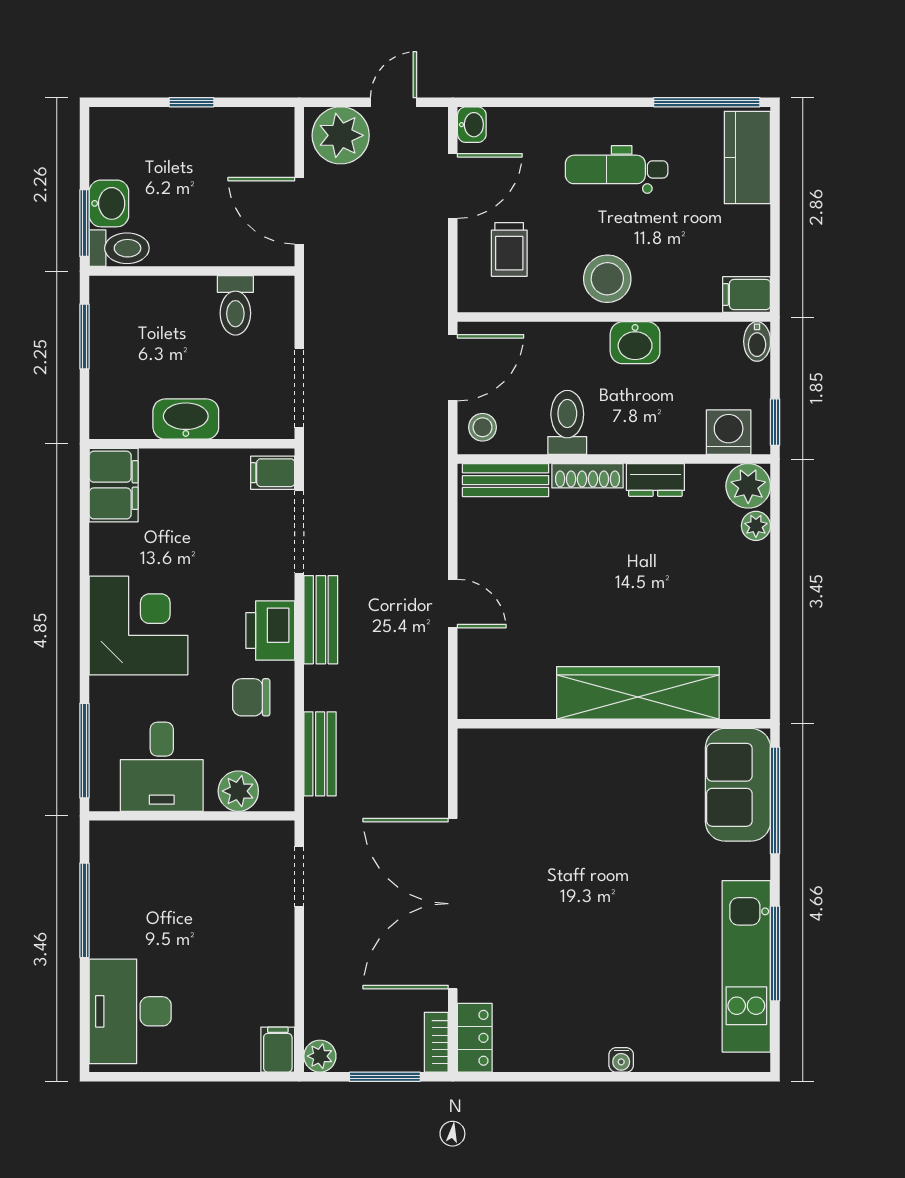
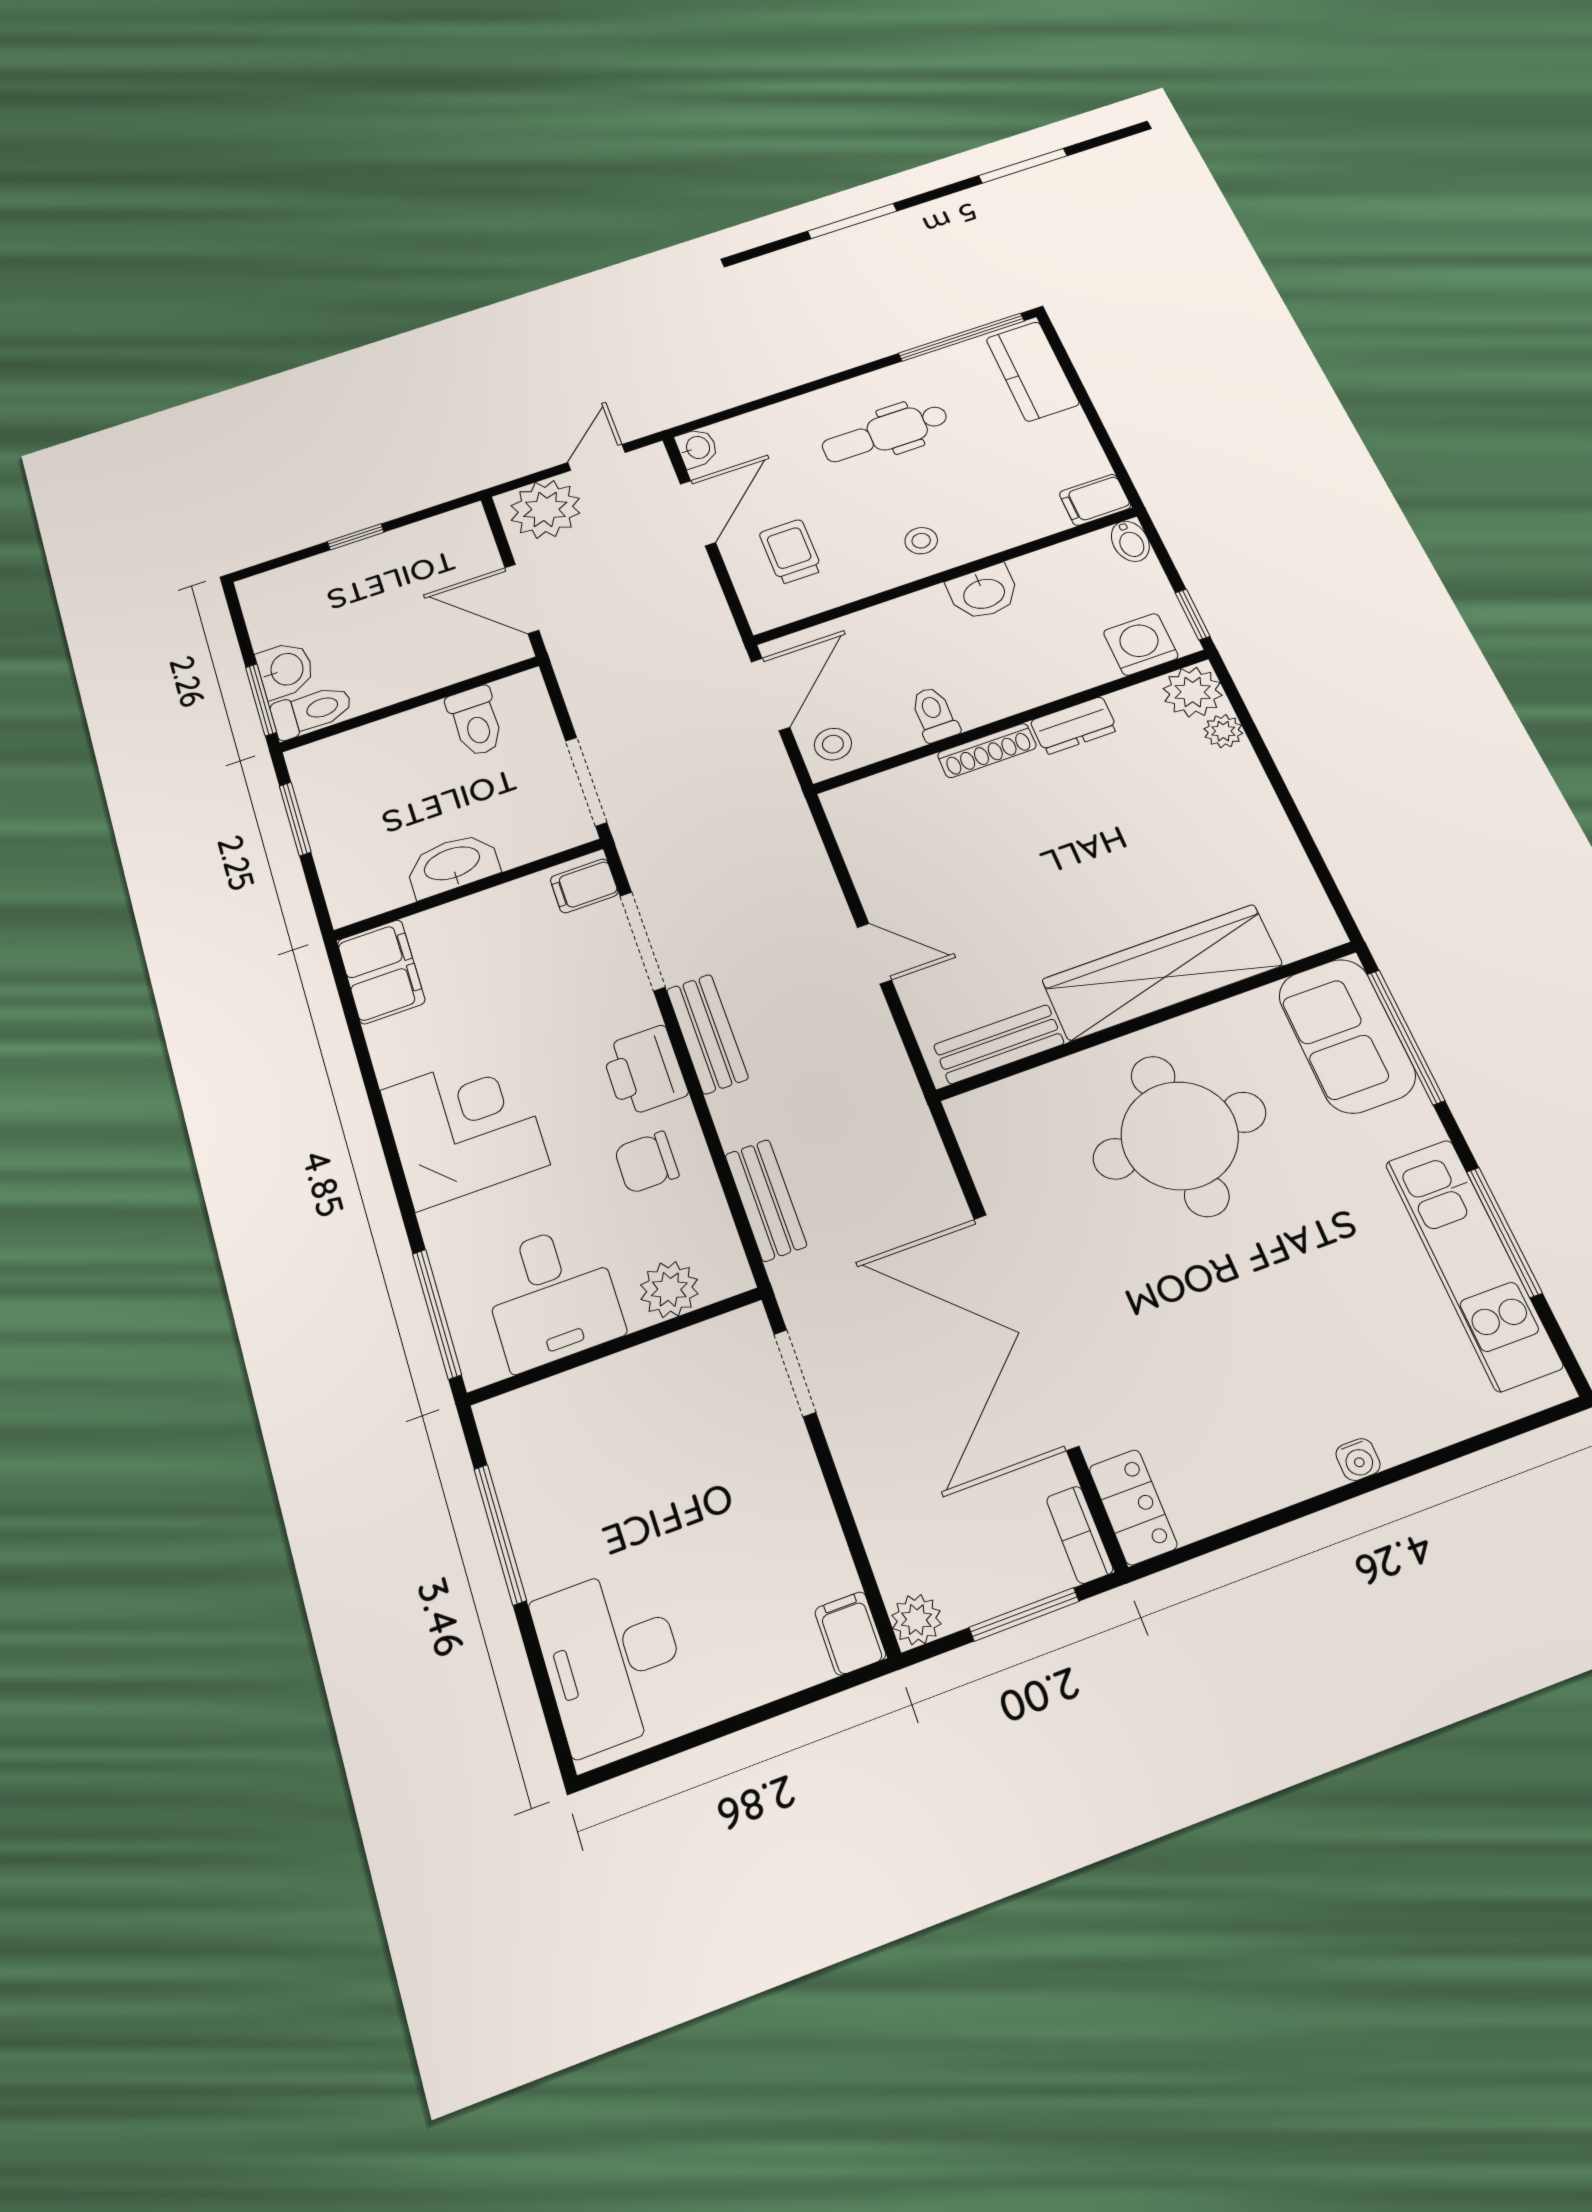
trolley: (509, 249) -> (791, 552), turned 180
stool: (607, 279) -> (921, 541), width x0.53, depth x0.53
toilet: (567, 422) -> (934, 714), width x0.73, depth x0.72
bench: (506, 480) -> (999, 1044), moved
round table: (601, 812) -> (1180, 1135), added

